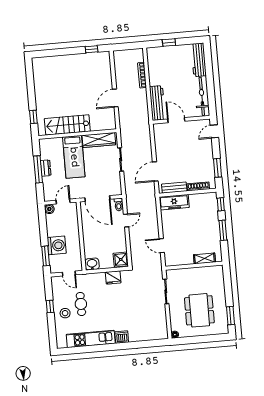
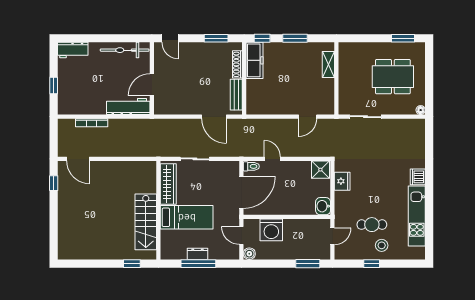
workbench: (199, 60) -> (73, 50), width x0.73
door: (115, 98) -> (78, 159), moved
freezer: (174, 202) -> (254, 60), moved
washing machine: (57, 245) -> (271, 230), moved, turned 180

